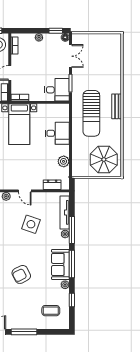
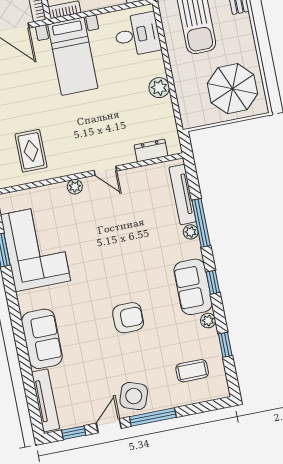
desk: (57, 133) -> (137, 35), moved
plant: (64, 161) -> (159, 88), moved
side table: (31, 224) -> (134, 396), moved
window: (72, 264) -> (213, 282), width x0.46
armchair: (21, 274) -> (128, 318), turned -153

